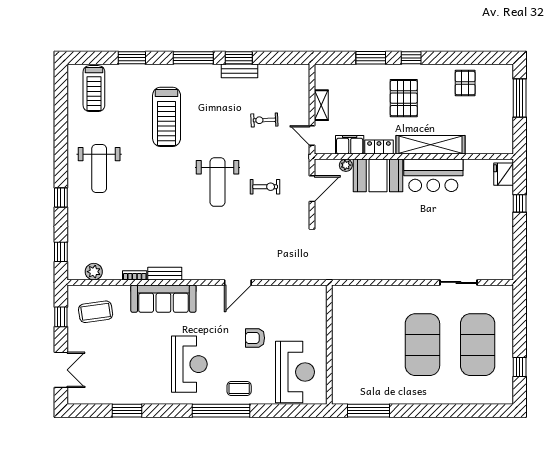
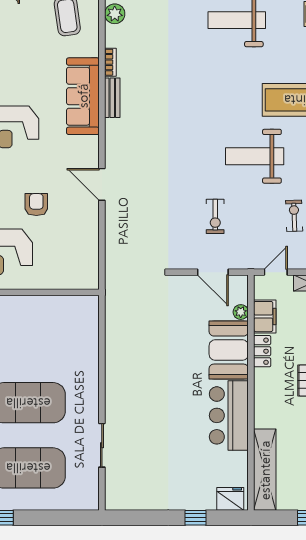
shelving: (431, 145) -> (265, 470), moved
weight bench: (218, 182) -> (255, 156), moved

